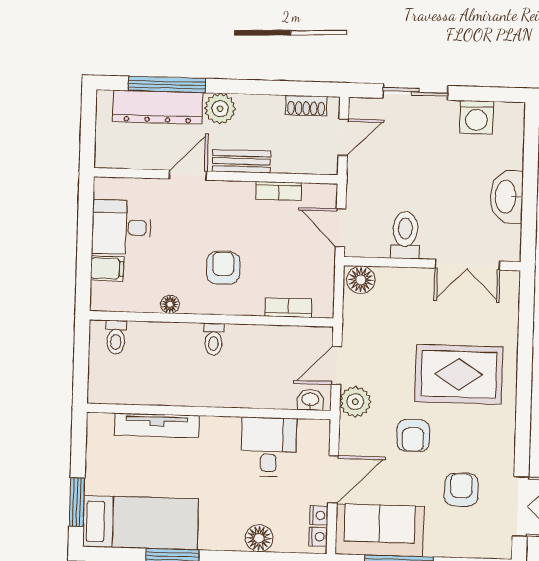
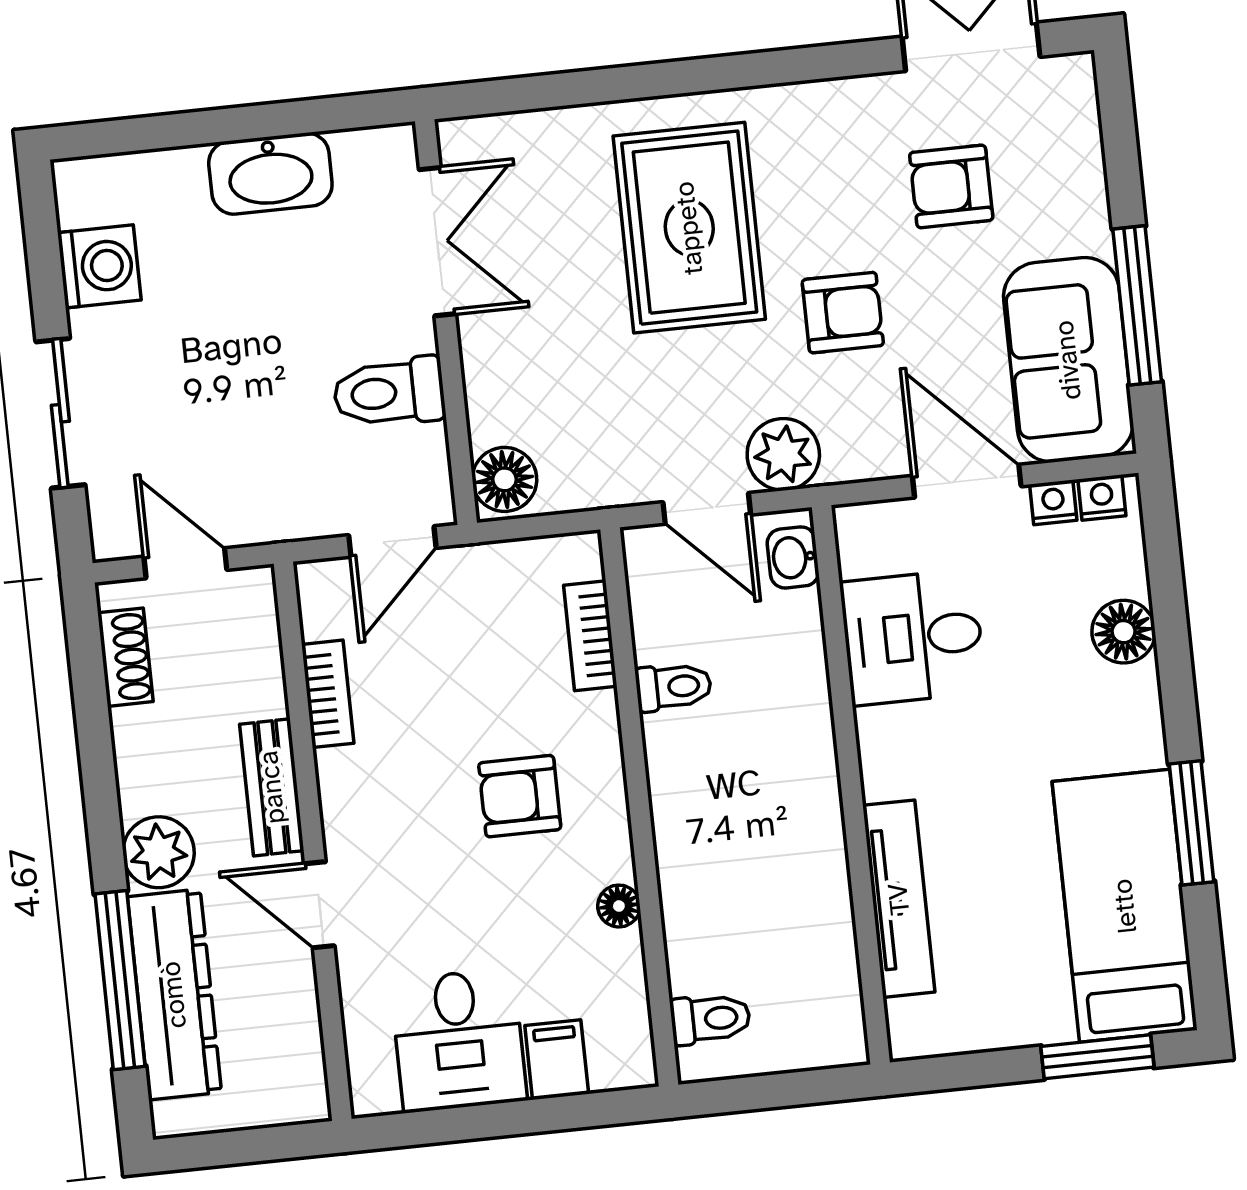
toilet: (214, 339) -> (673, 687), moved

